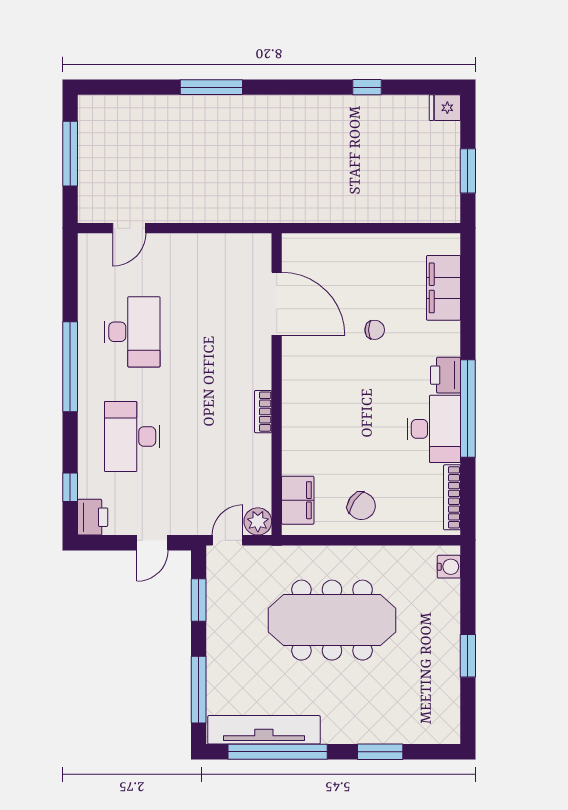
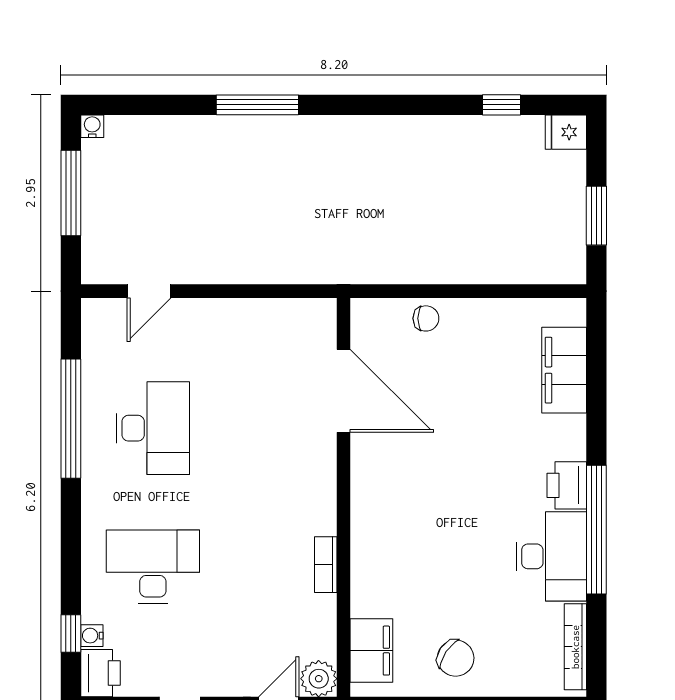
window: (367, 87) -> (501, 105), moved
water cooler: (86, 103) -> (92, 126), added
chair: (375, 330) -> (426, 318), moved
window: (70, 367) -> (71, 419), moved
bookcase: (263, 412) -> (326, 565), moved
desk: (132, 437) -> (153, 566), turned 90
water cooler: (86, 489) -> (92, 636), added

